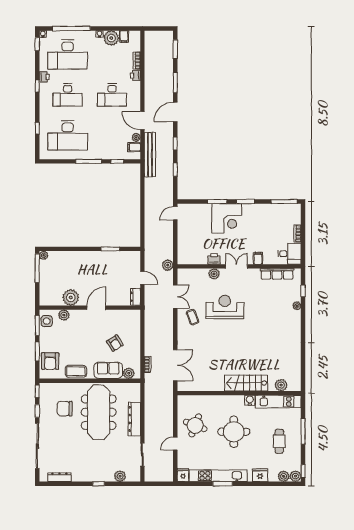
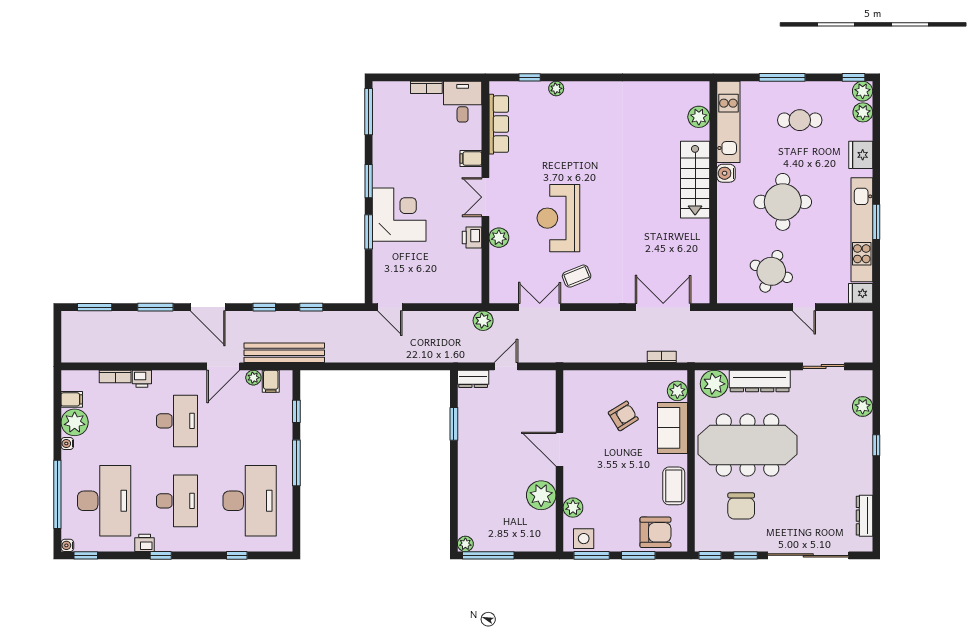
dresser: (135, 297) -> (473, 379), moved
plant: (133, 394) -> (714, 384), added

